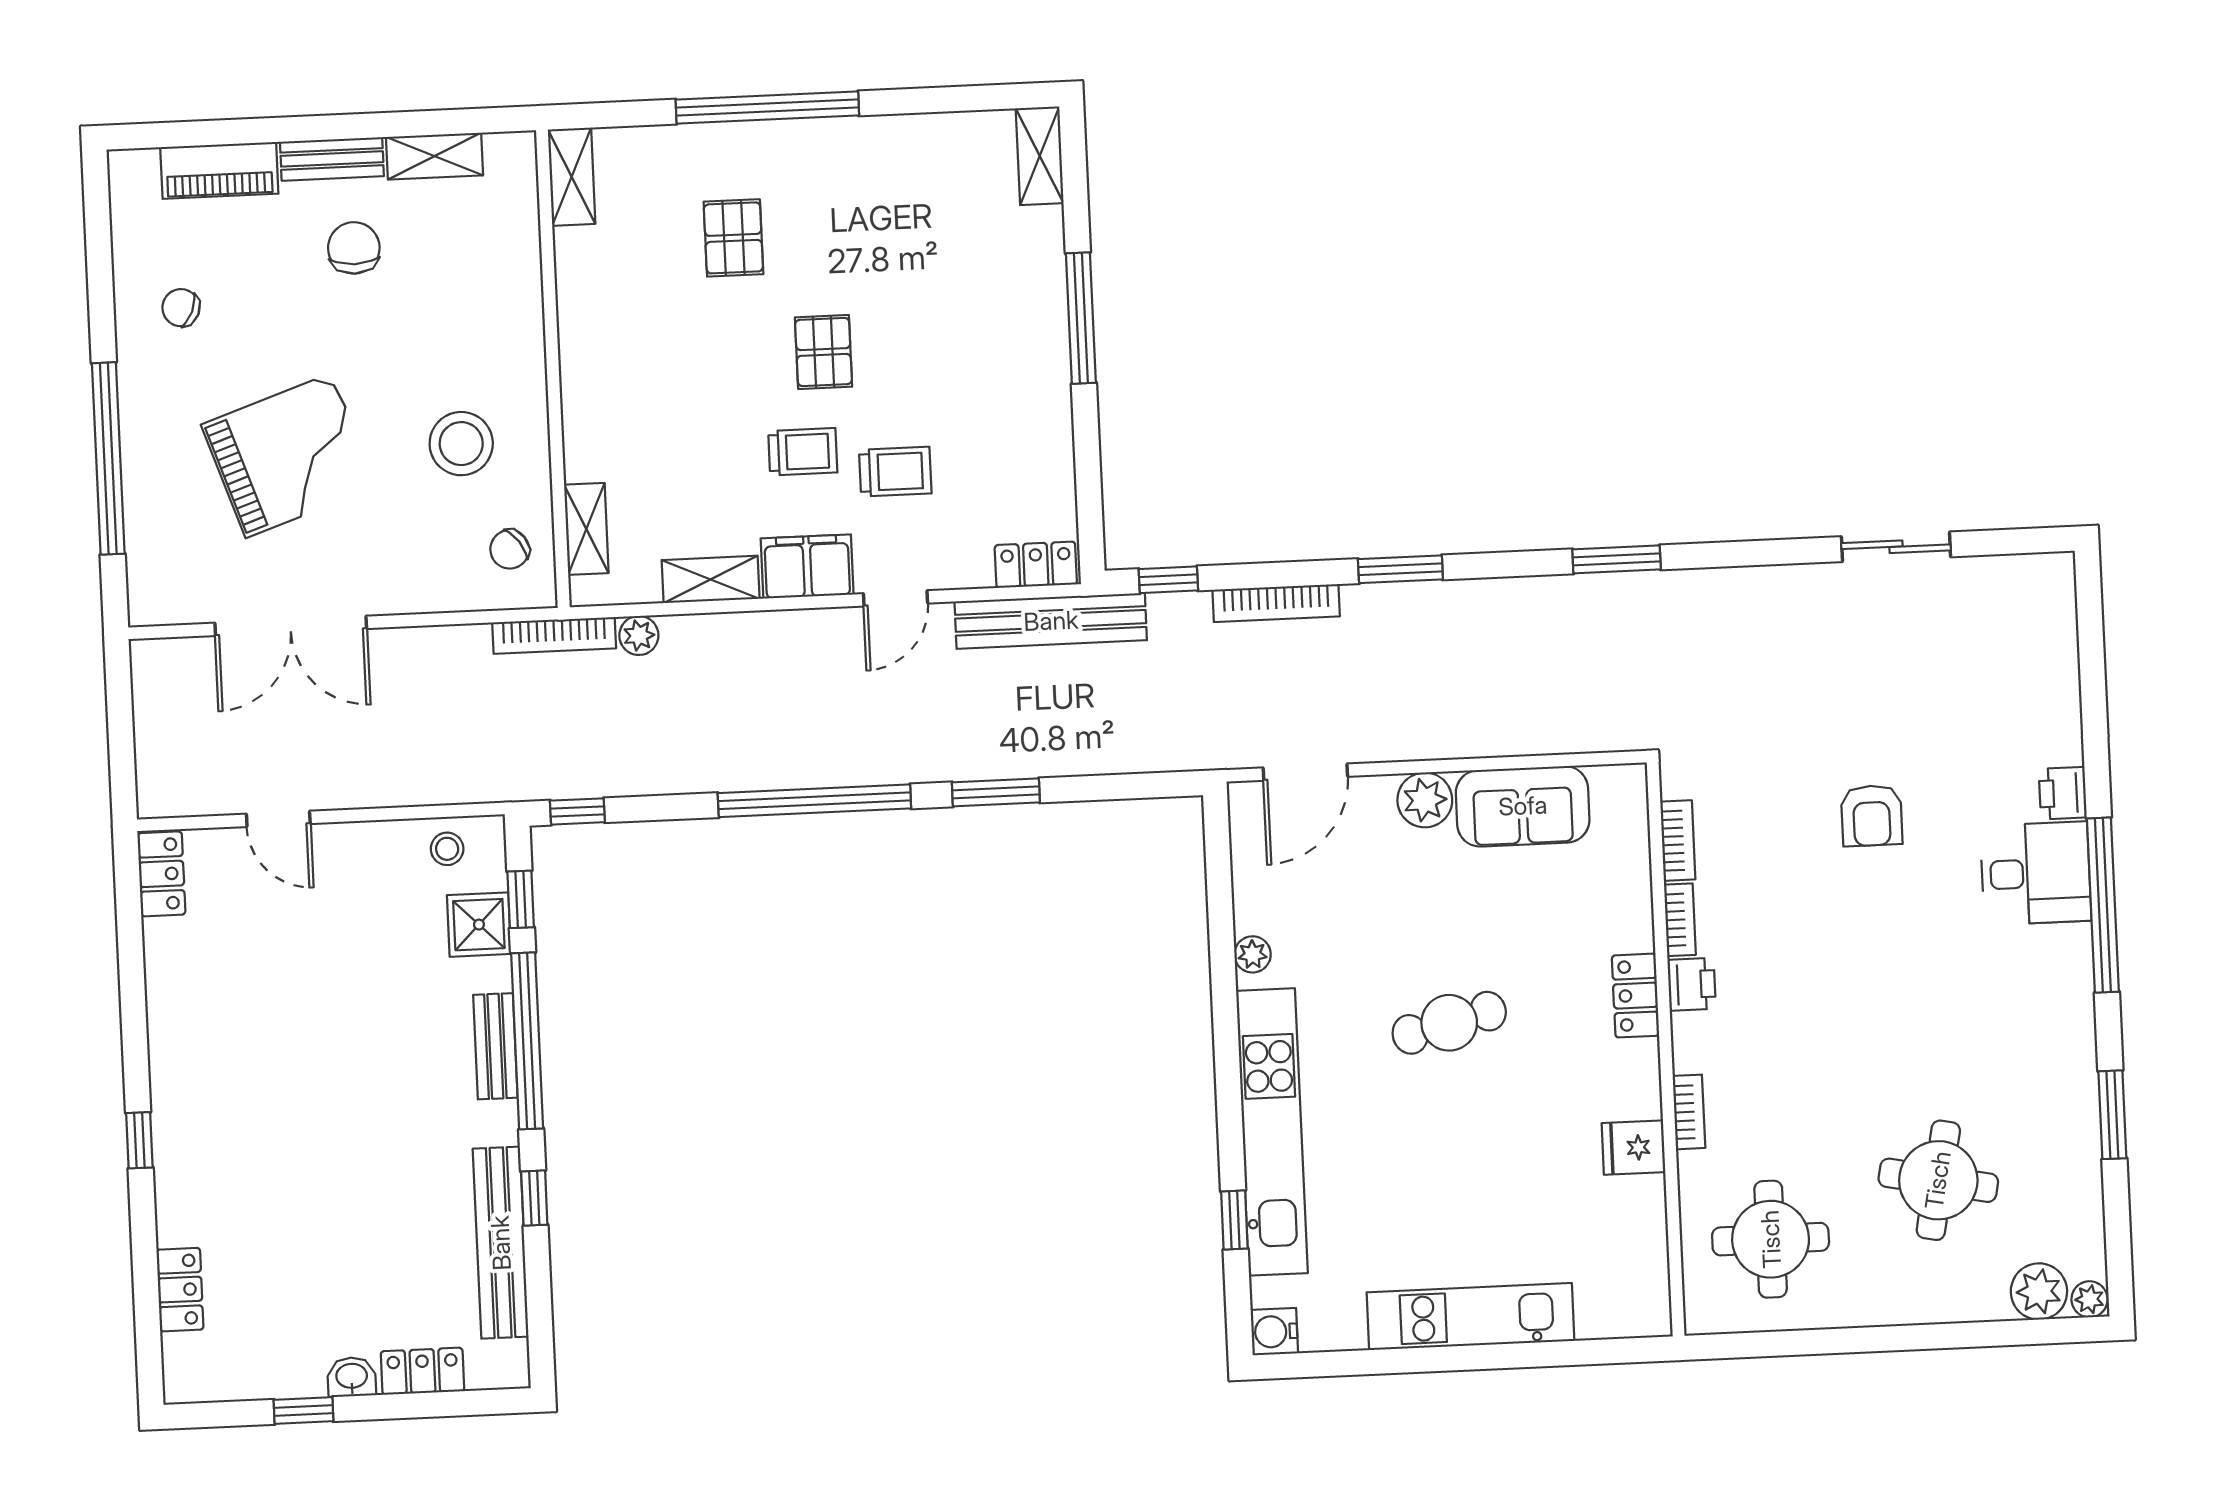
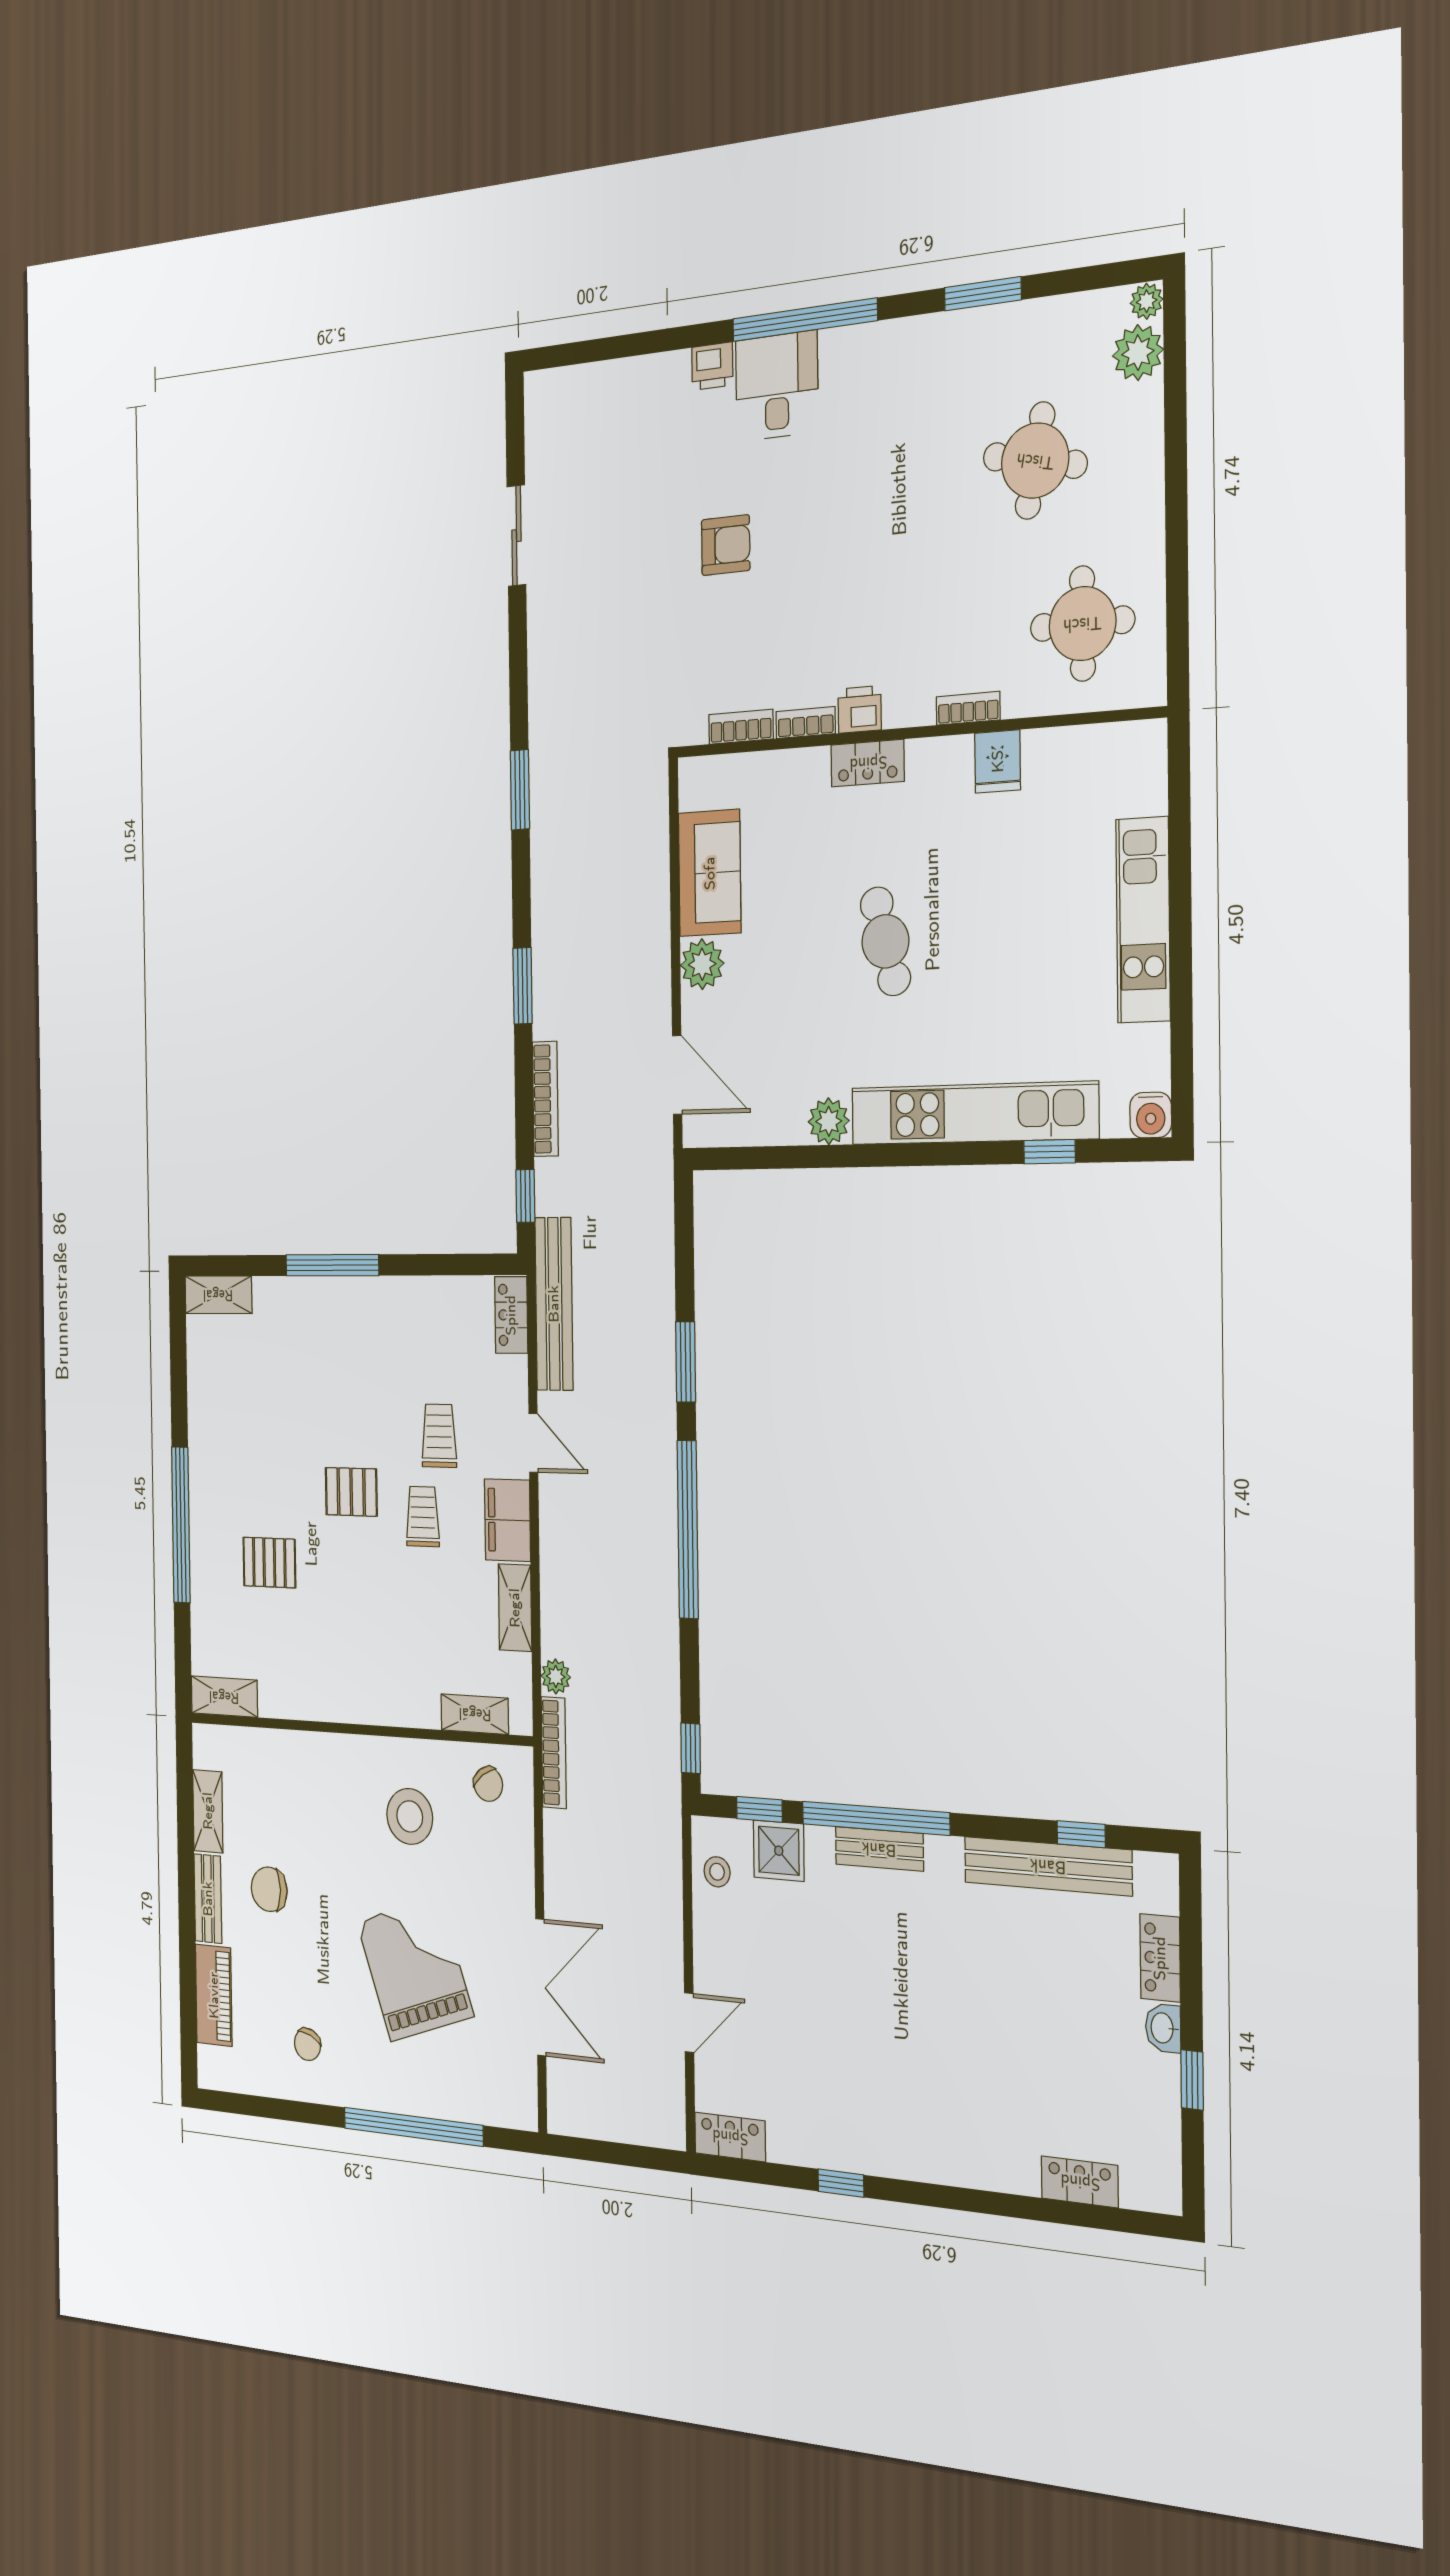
plant: (1253, 954) -> (829, 1121), width x1.38, depth x1.38
window: (139, 1140) -> (841, 2183), moved
window: (534, 1198) -> (1081, 1834), moved

